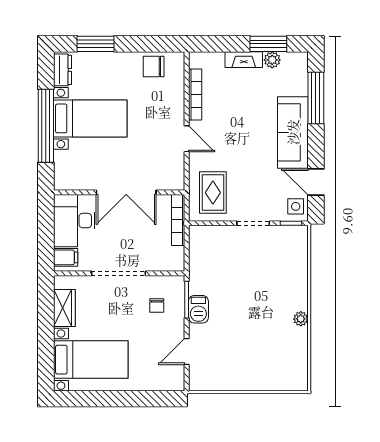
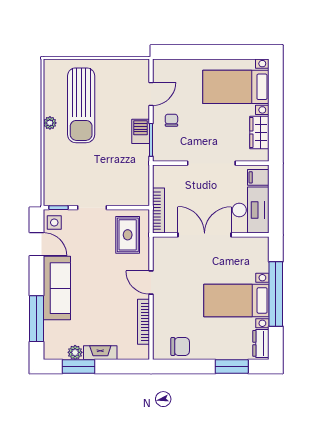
chair: (157, 305) -> (171, 120), moved
sun lounger: (265, 339) -> (81, 105), added

